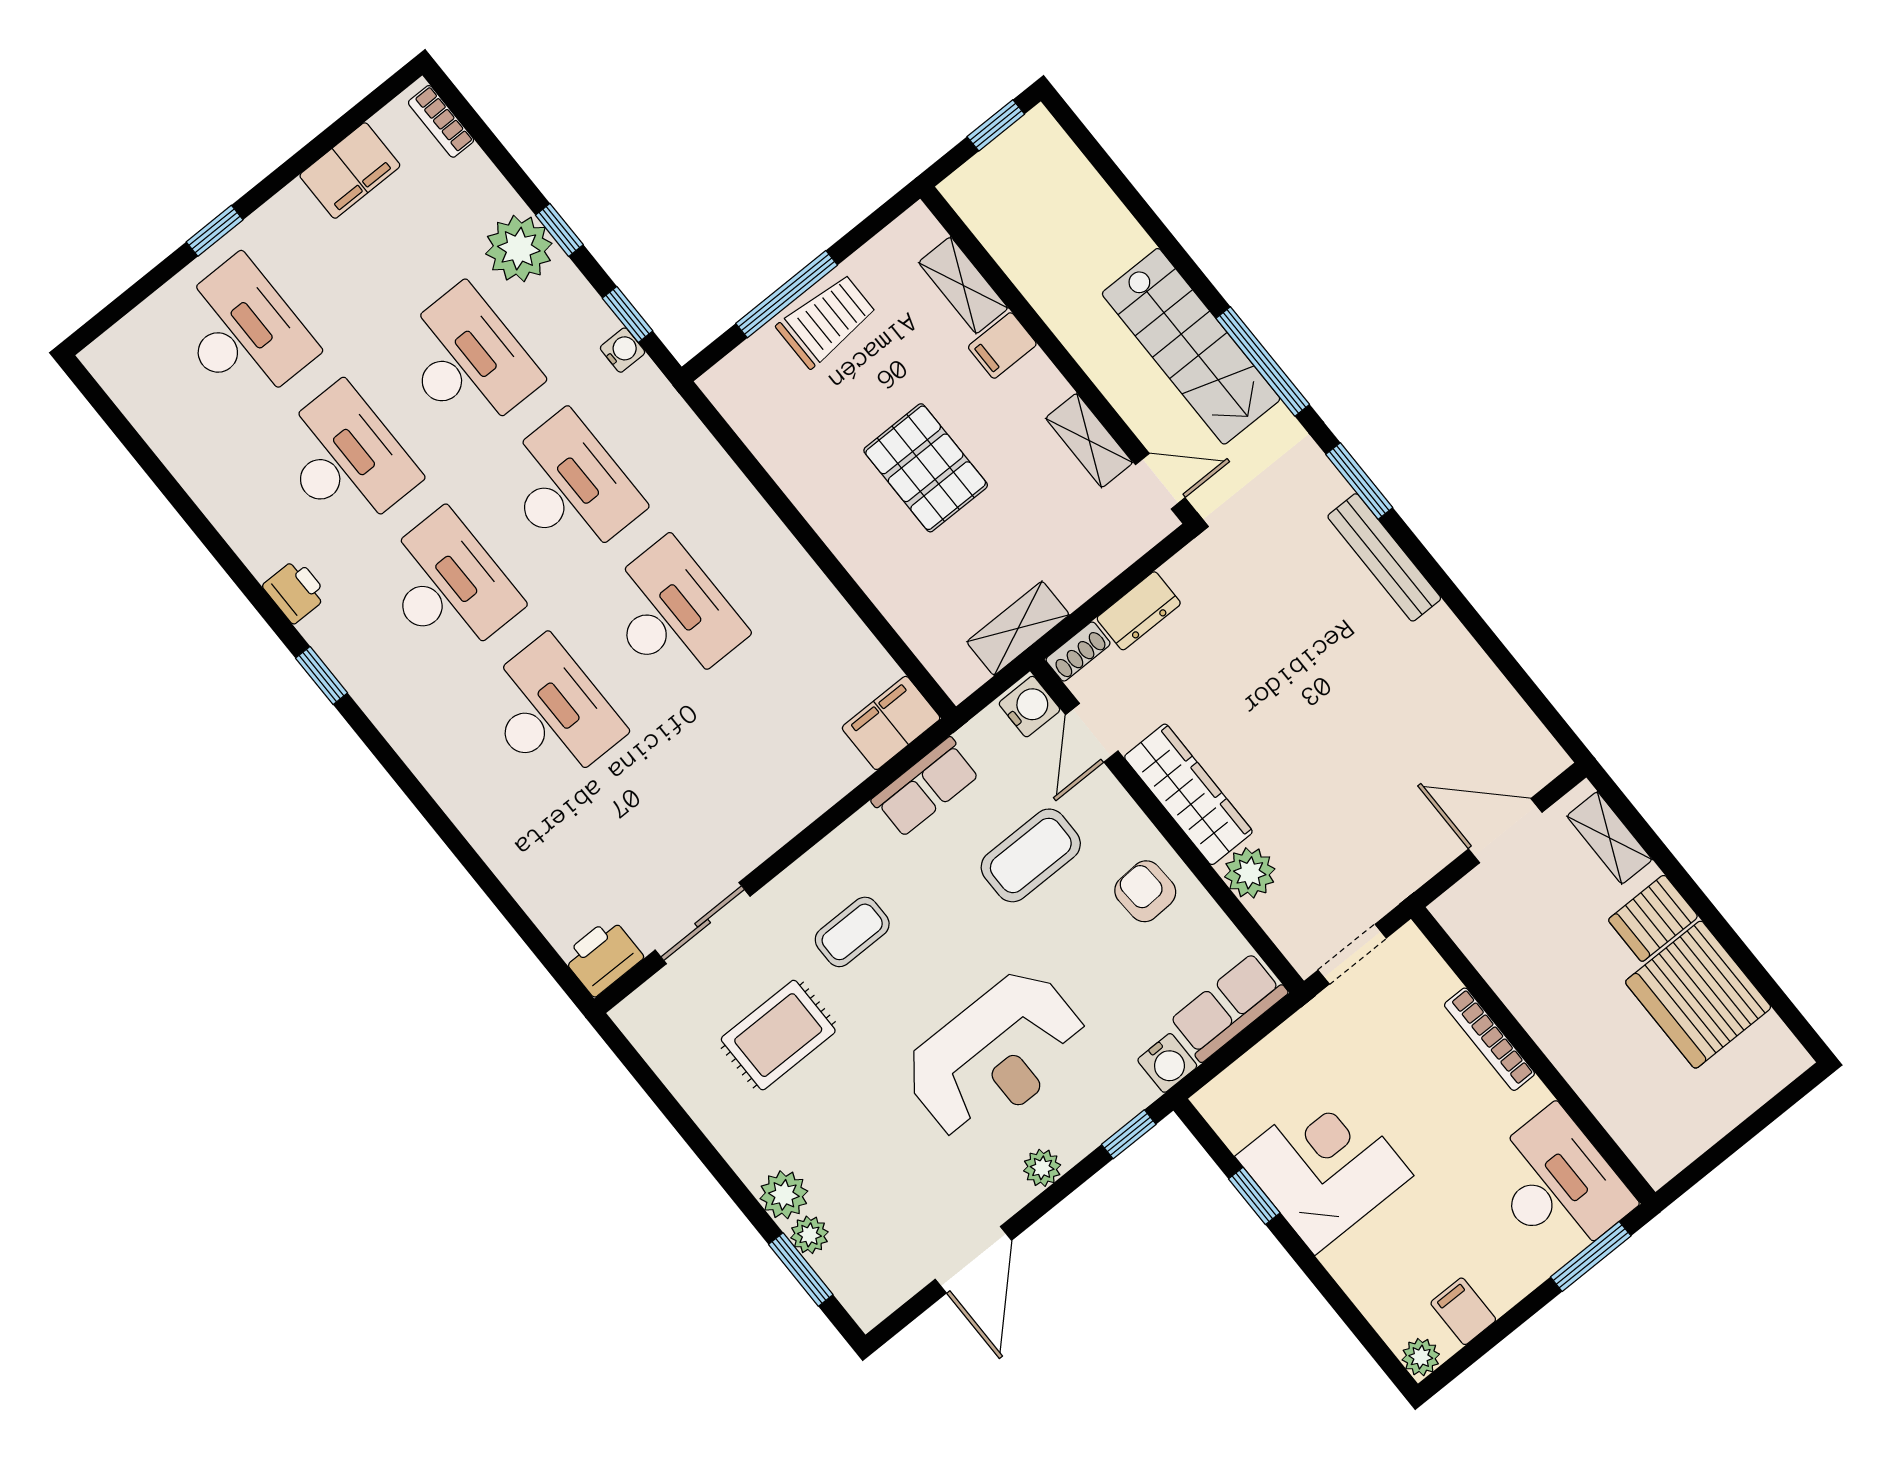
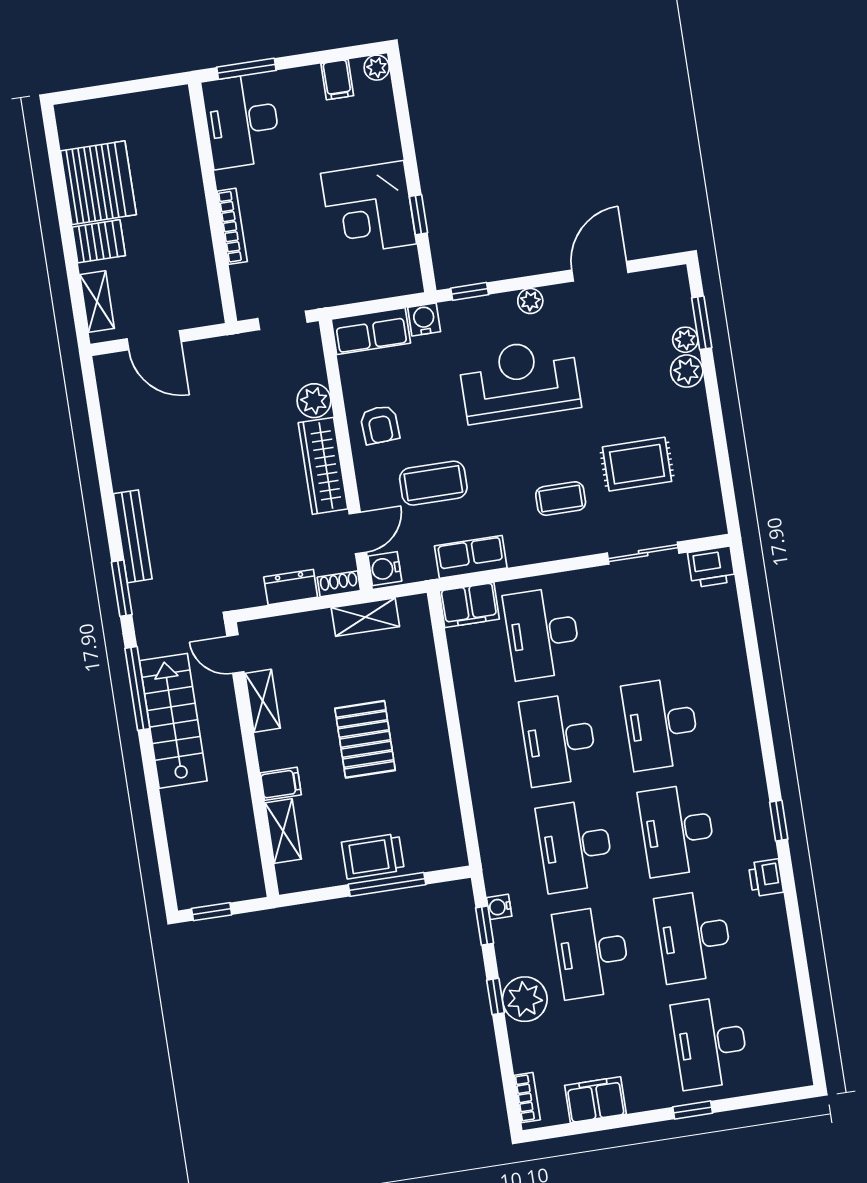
desk: (774, 741) -> (542, 633), added

